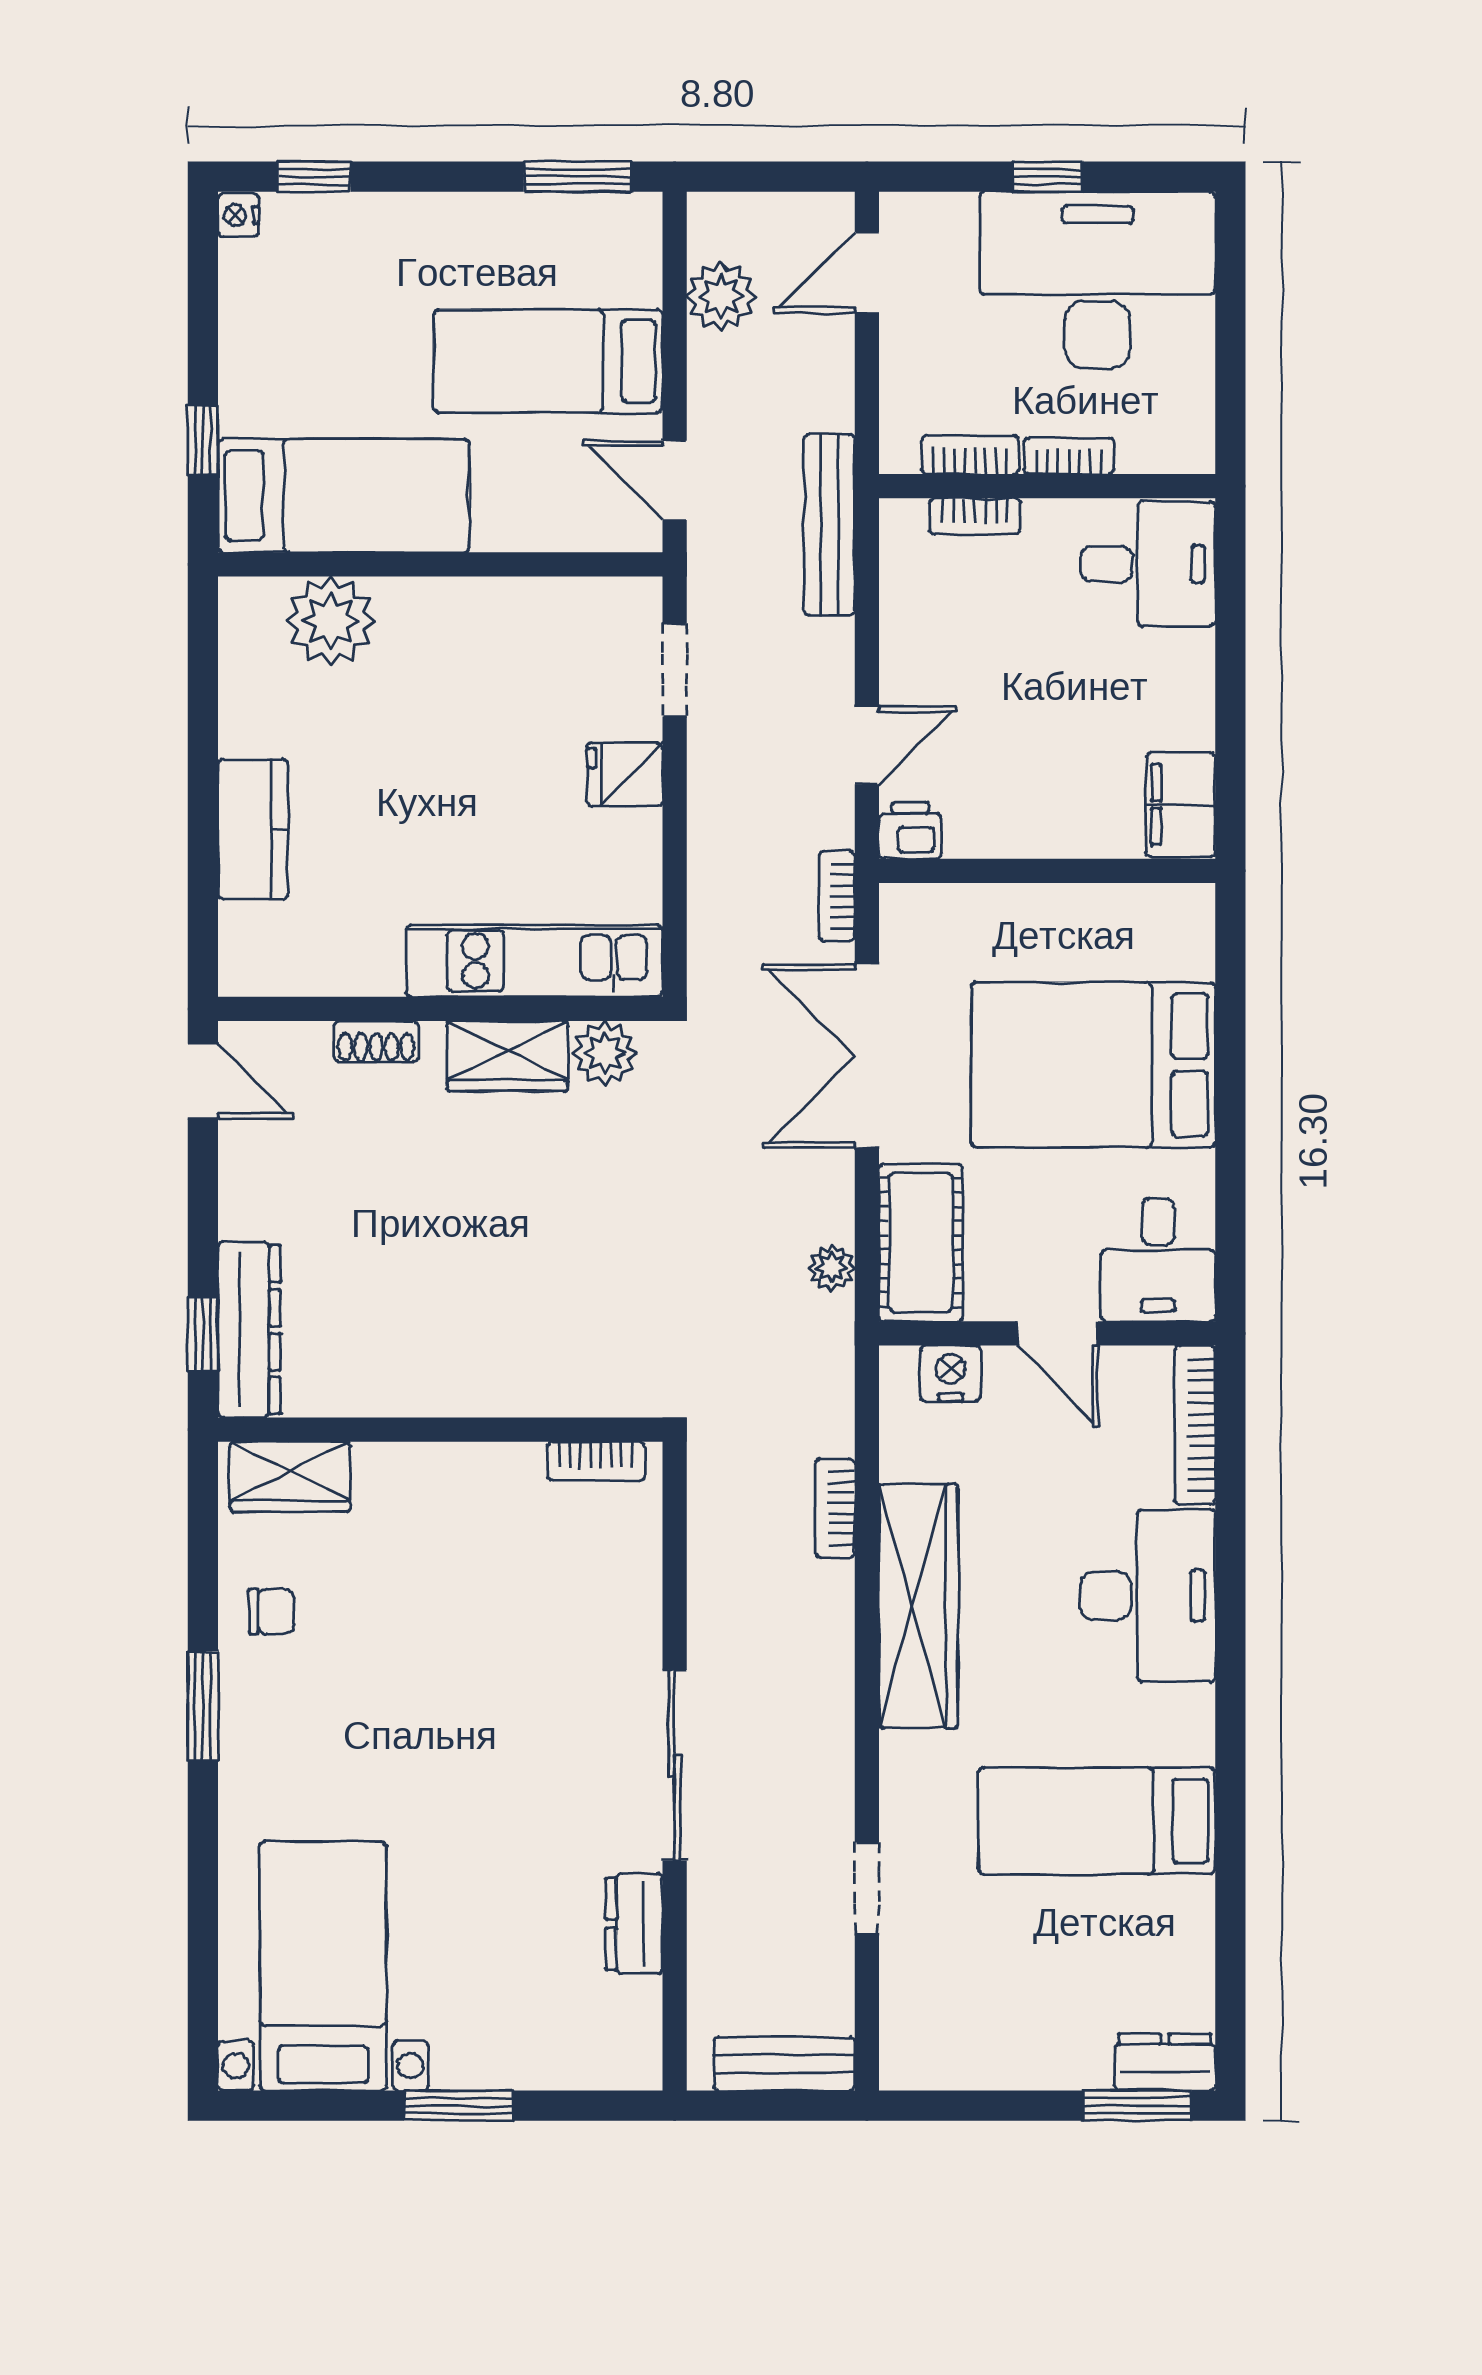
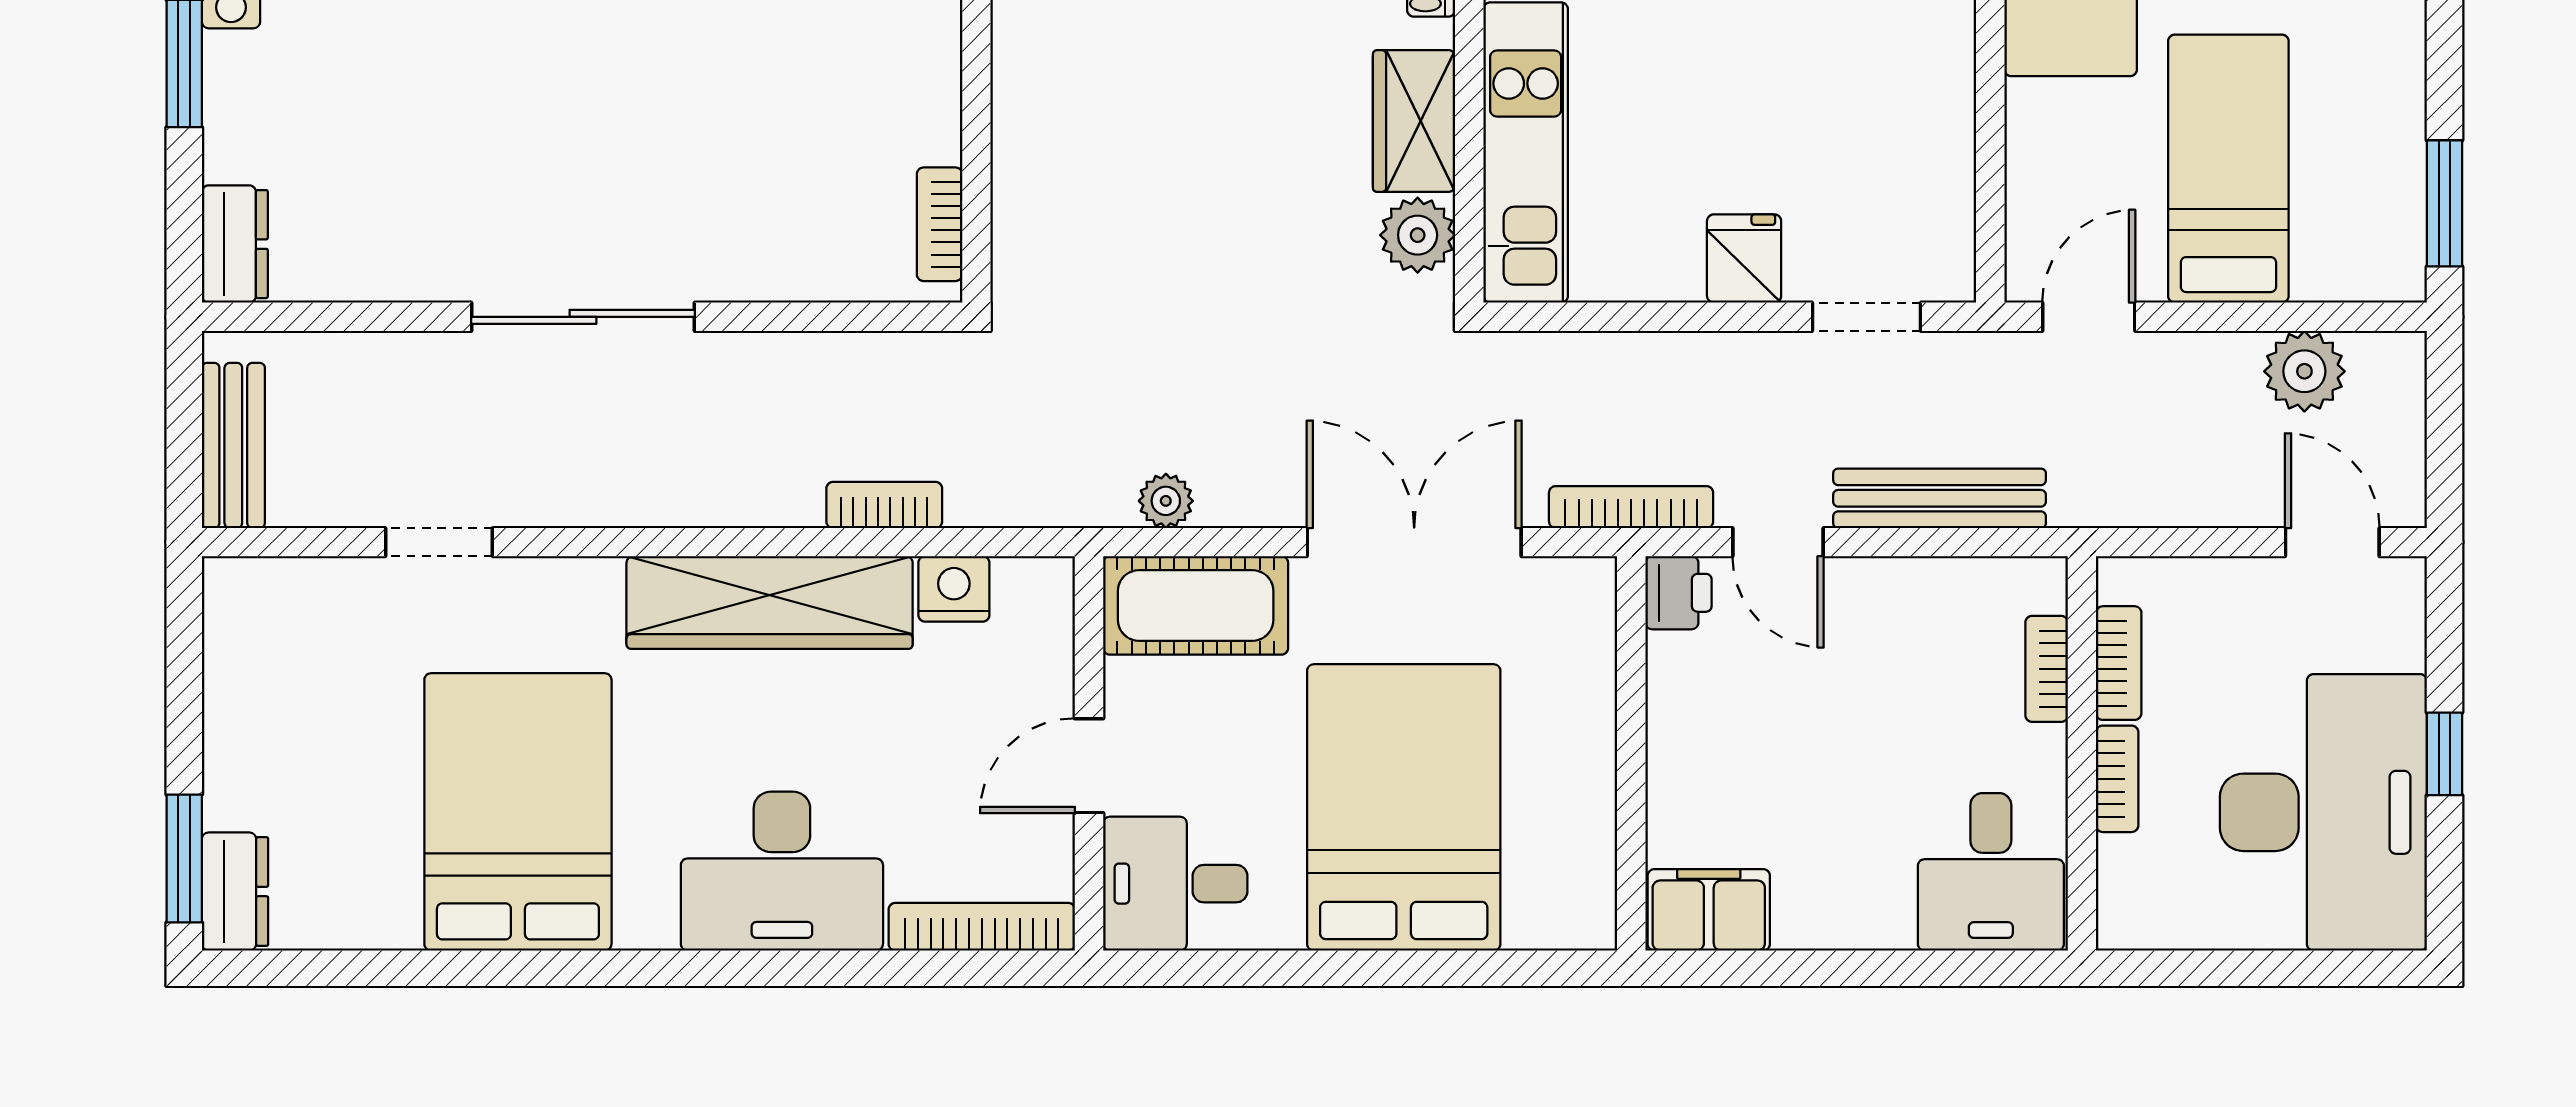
bench: (829, 525) -> (1940, 498), moved
bookcase: (837, 896) -> (1631, 507), width x1.56
nightstand: (951, 1373) -> (954, 589), moved, turned -90
bed: (1097, 1821) -> (518, 812), width x1.50
dresser: (634, 1924) -> (235, 244), moved, turned 90

